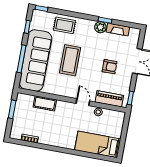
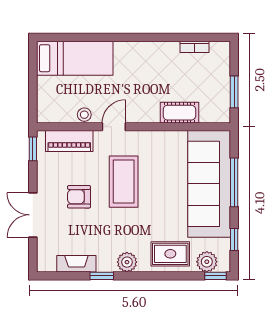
plant: (45, 17) -> (207, 262), added
plant: (100, 27) -> (127, 262), moved
coffee table: (70, 60) -> (124, 182), moved
door: (83, 102) -> (114, 127), swing flipped

